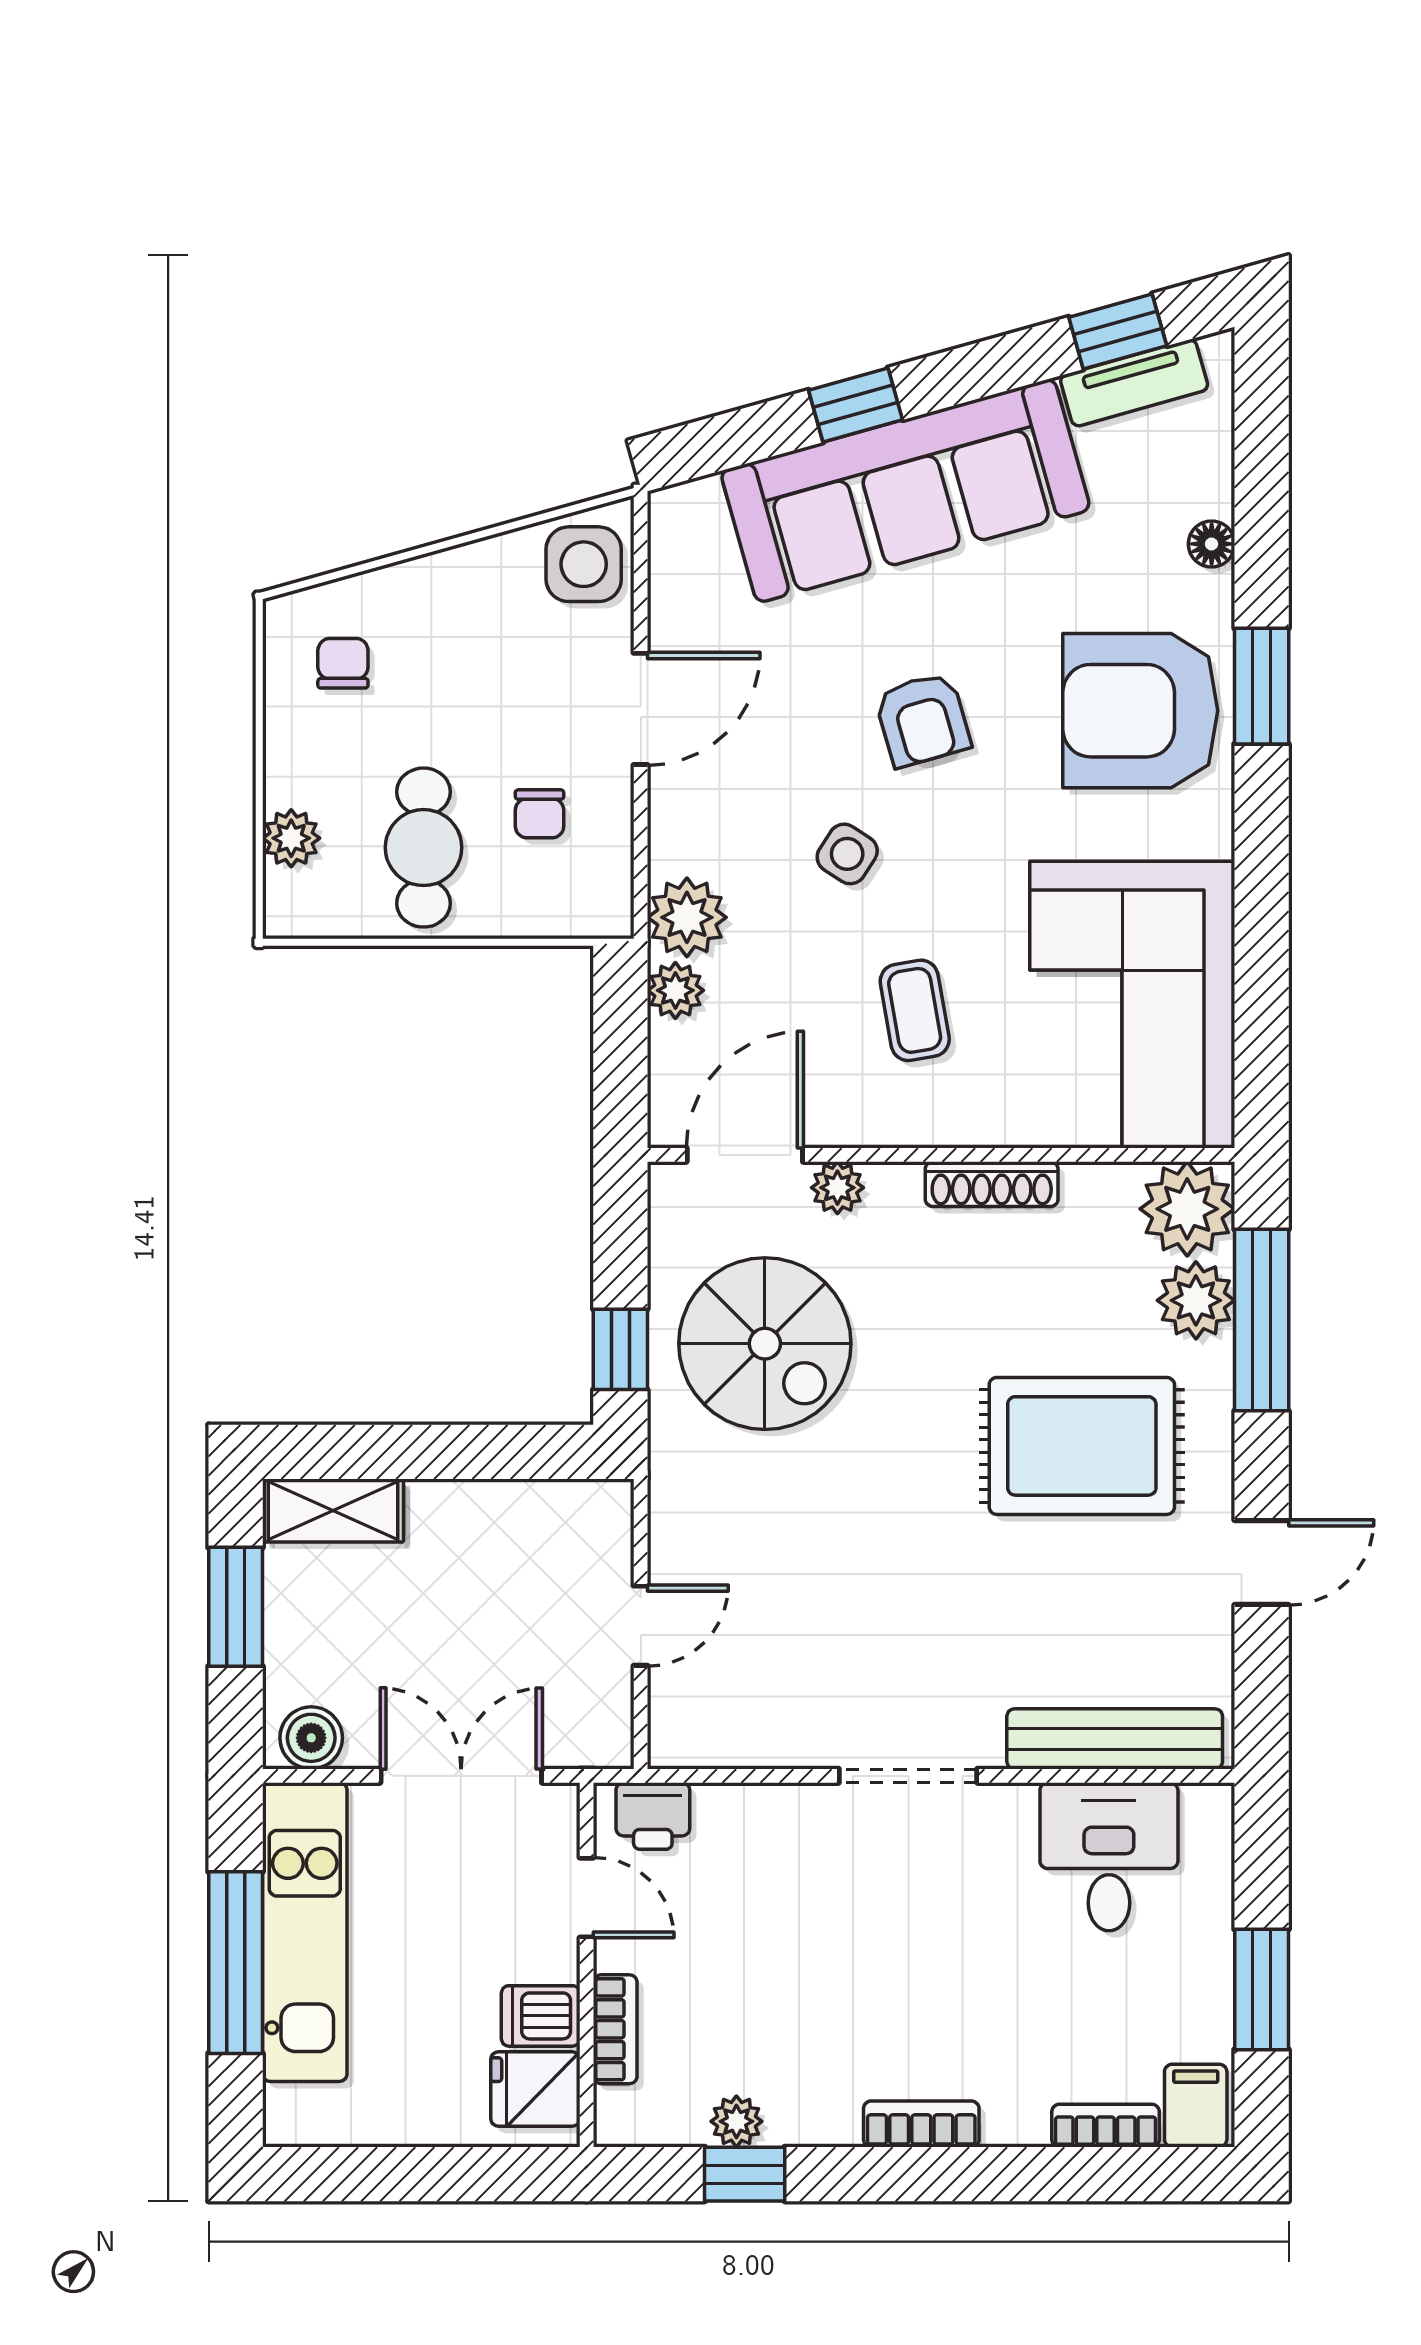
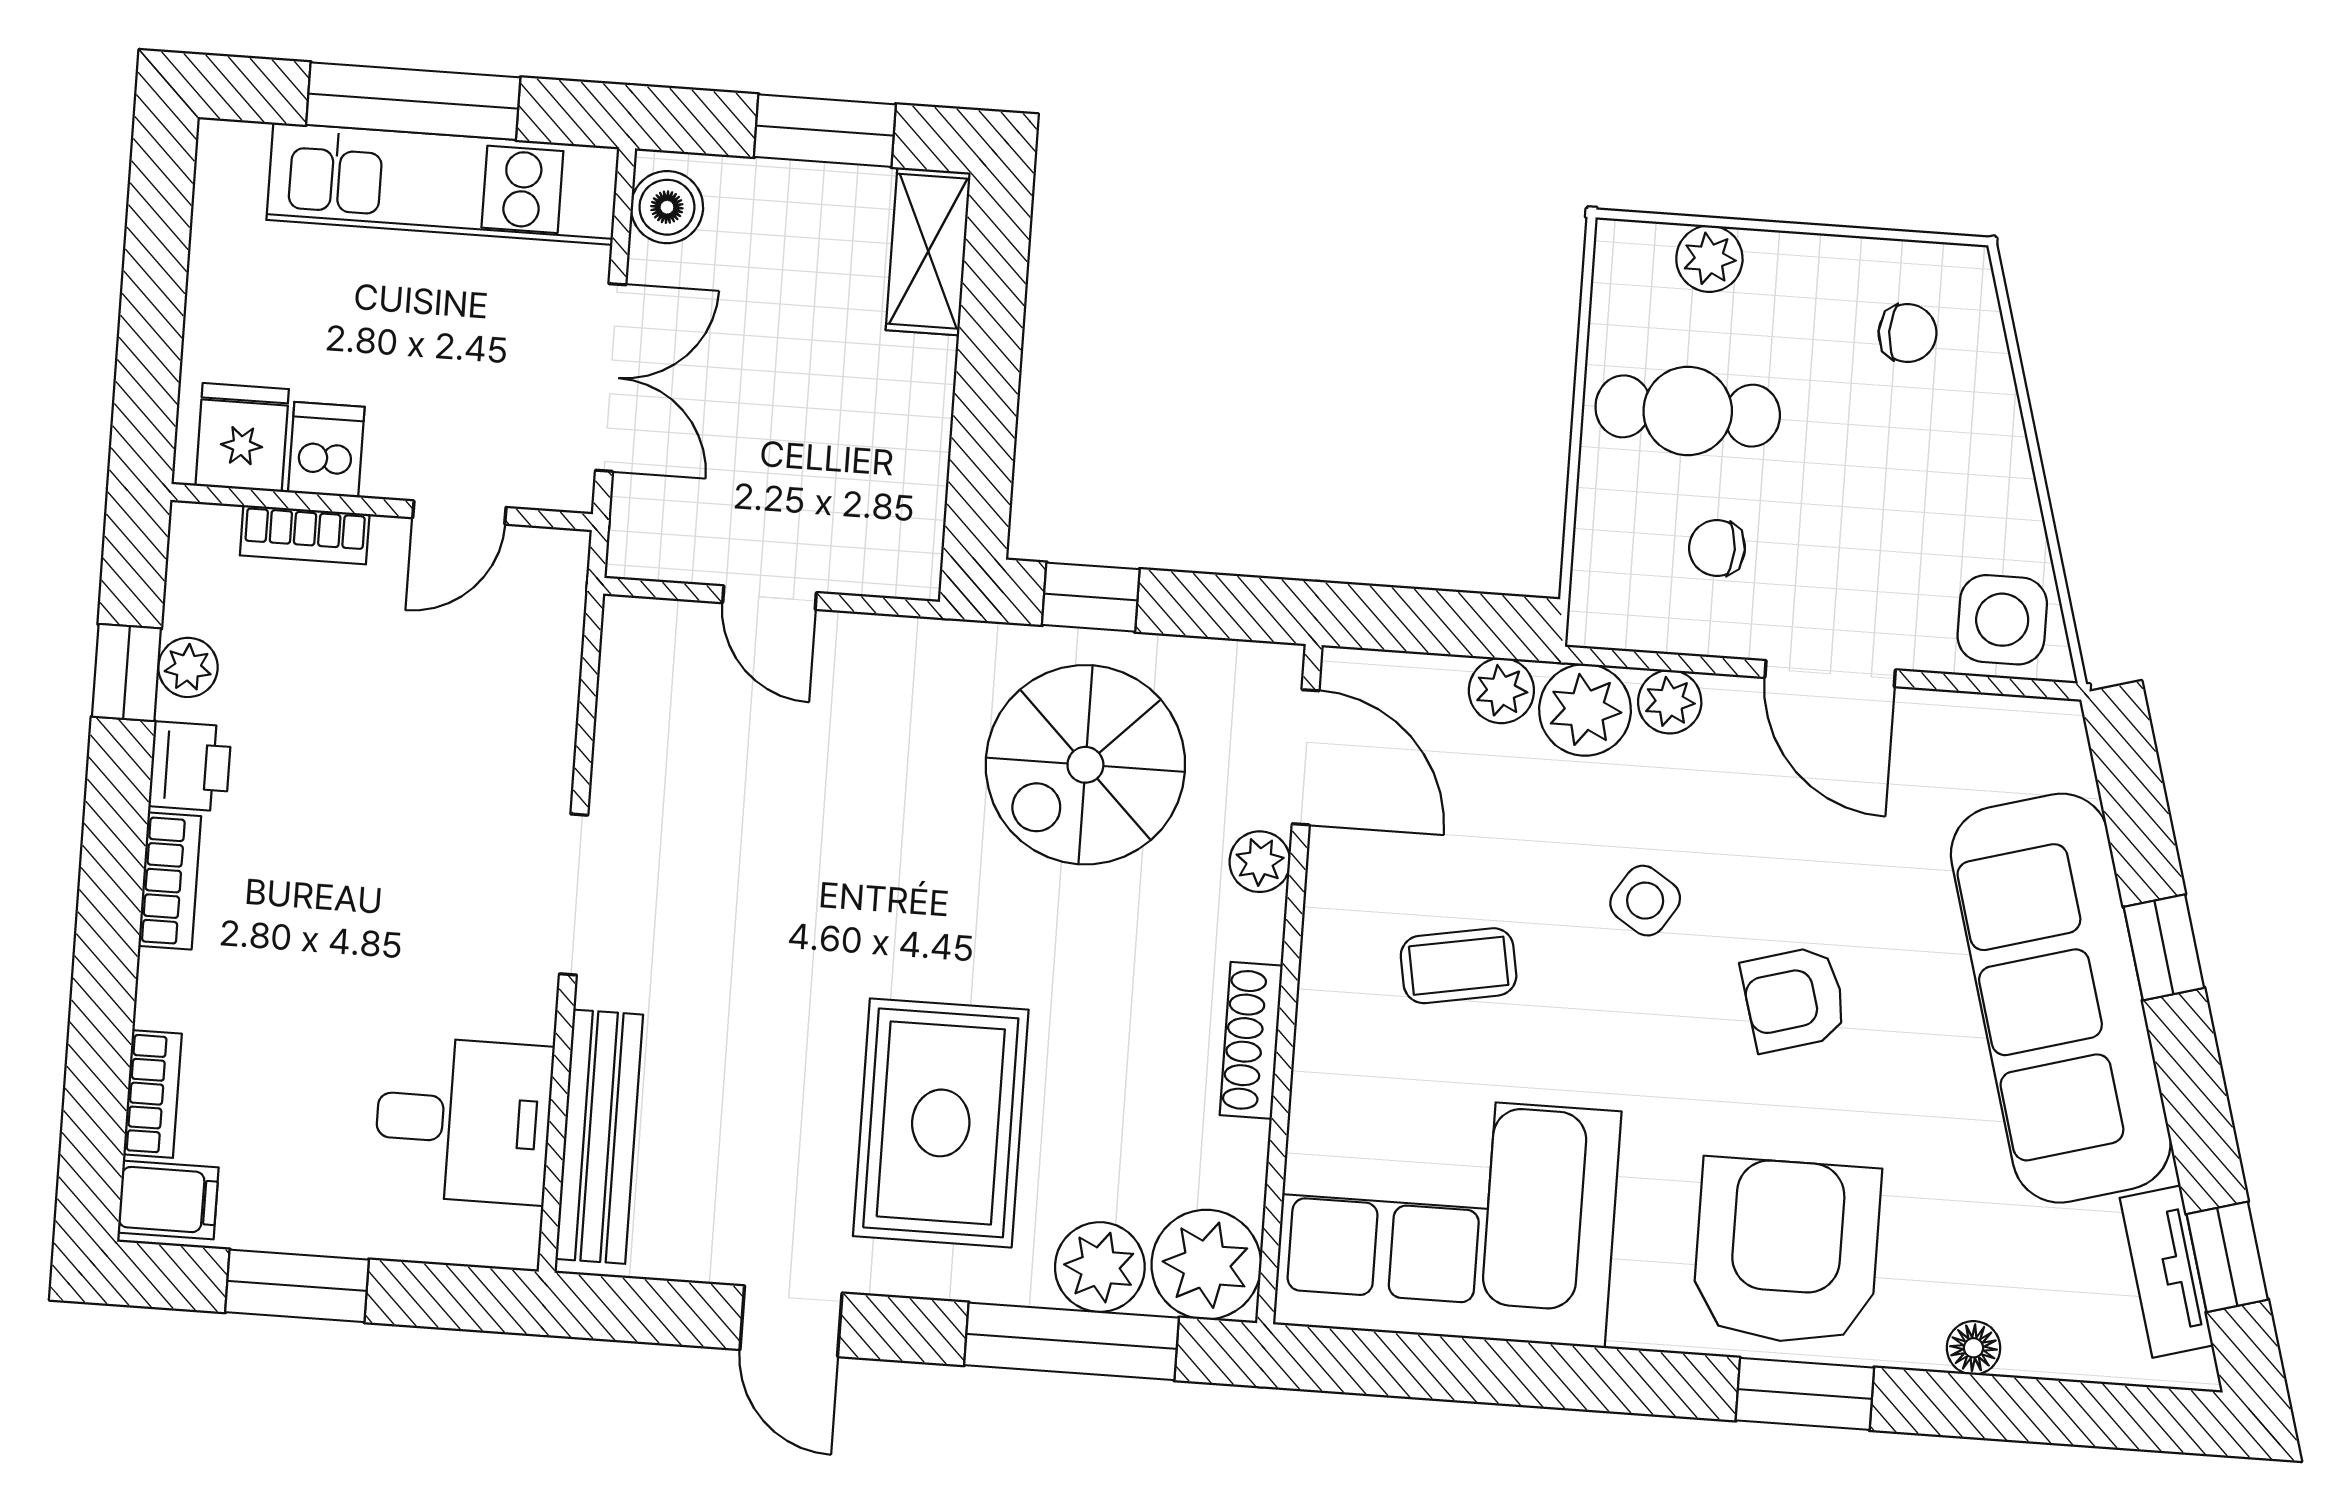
plant: (675, 845) -> (1670, 702), added
printer: (653, 1816) -> (190, 766), moved, turned 180

